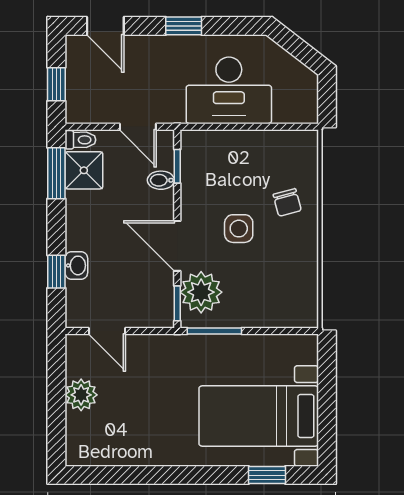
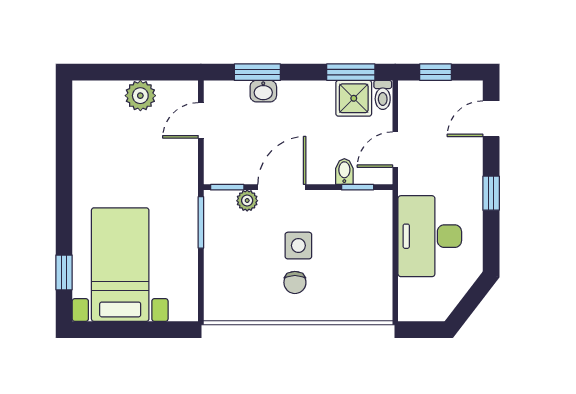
chair: (287, 202) -> (295, 282), moved, turned -75
window: (56, 272) -> (257, 72), width x1.50
plant: (201, 292) -> (247, 201), width x0.53, depth x0.53

